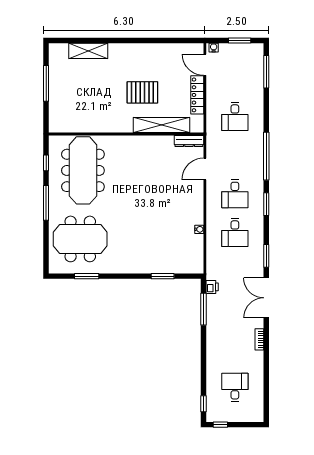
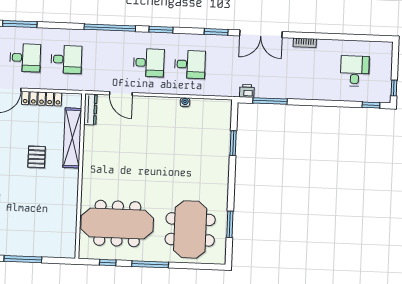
desk: (235, 78) -> (25, 58), added
pallet: (142, 92) -> (37, 157), width x0.67, depth x0.71
desk: (235, 387) -> (355, 71), turned 90

